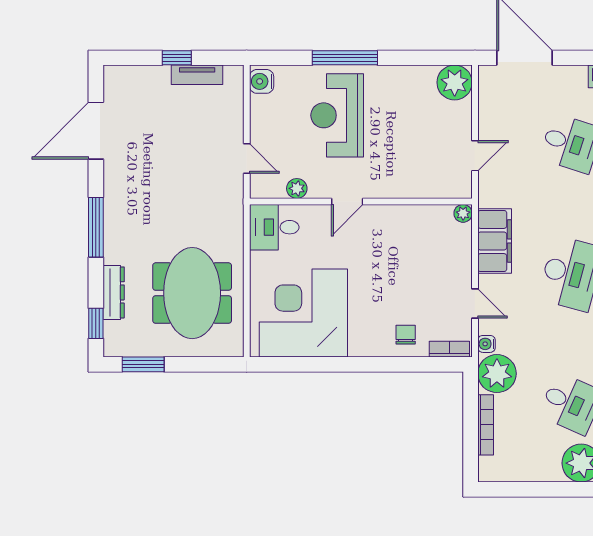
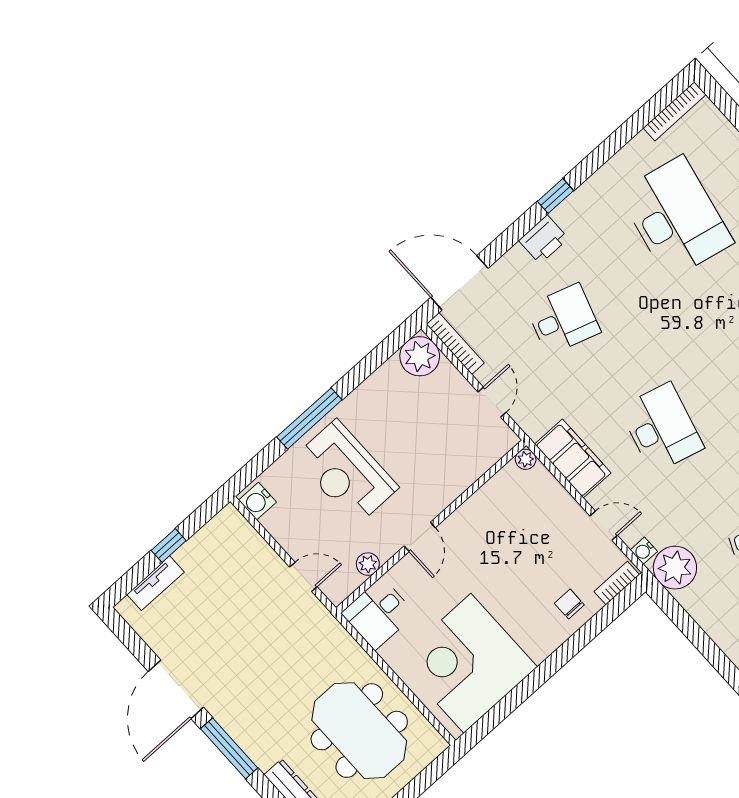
tv unit: (197, 75) -> (156, 583), moved
door: (96, 131) -> (176, 689), moved
bookcase: (486, 425) -> (455, 343), moved

